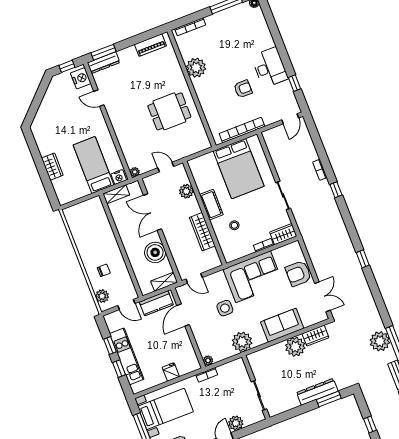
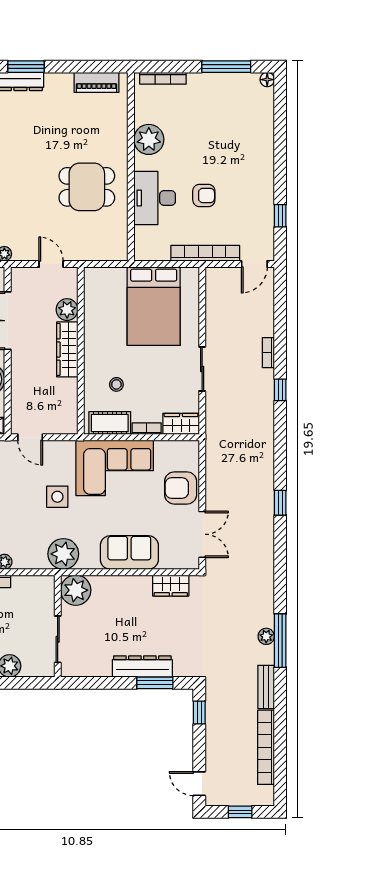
desk: (270, 67) -> (155, 198), moved, turned 180
bookcase: (242, 130) -> (205, 253), moved
cot: (211, 205) -> (110, 423), moved, turned 90
wardrobe: (202, 232) -> (67, 349), moved
plant: (380, 341) -> (266, 636), width x0.53, depth x0.53
plant: (295, 347) -> (76, 590), moved
window: (370, 425) -> (199, 713), moved

